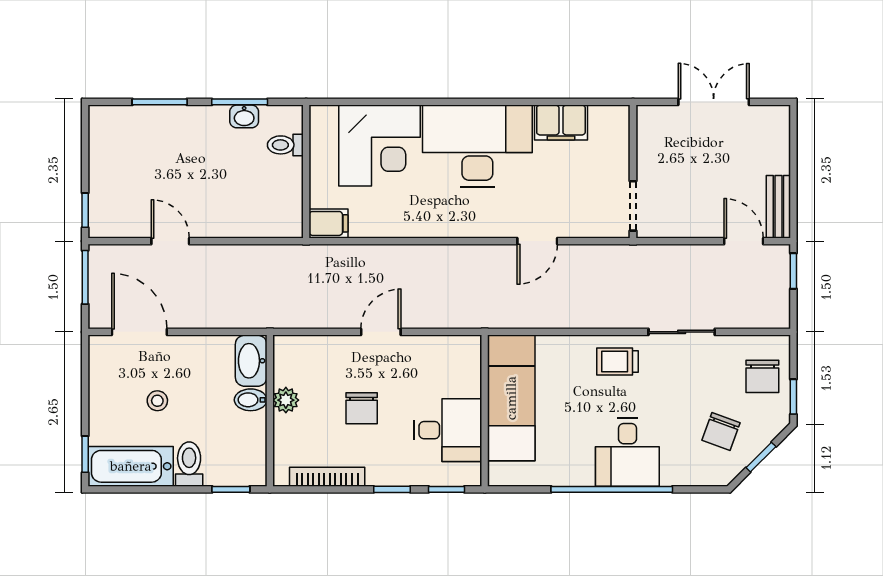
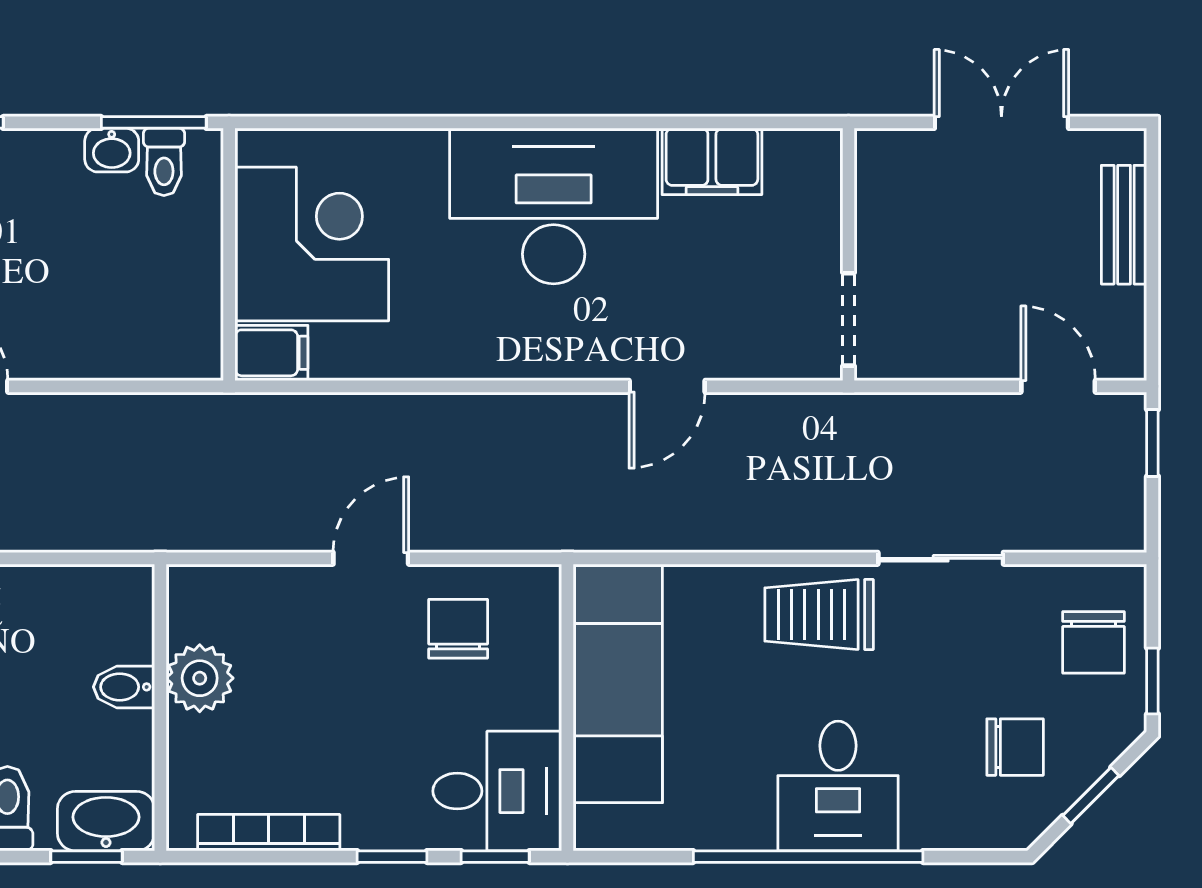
window: (240, 102) -> (154, 122), moved
toilet: (285, 145) -> (164, 162), moved, turned -90
corner desk: (380, 146) -> (312, 244), moved, turned -90
bench: (778, 207) -> (1124, 225), moved
washbasin: (251, 361) -> (106, 821), moved, turned 90
trolley: (617, 362) -> (819, 614), width x1.36, depth x1.39
plant: (286, 400) -> (200, 678), width x1.38, depth x1.38
chair: (362, 408) -> (458, 629), moved, turned 180
desk: (448, 430) -> (497, 791), moved
chair: (721, 432) -> (1015, 747), turned -110

